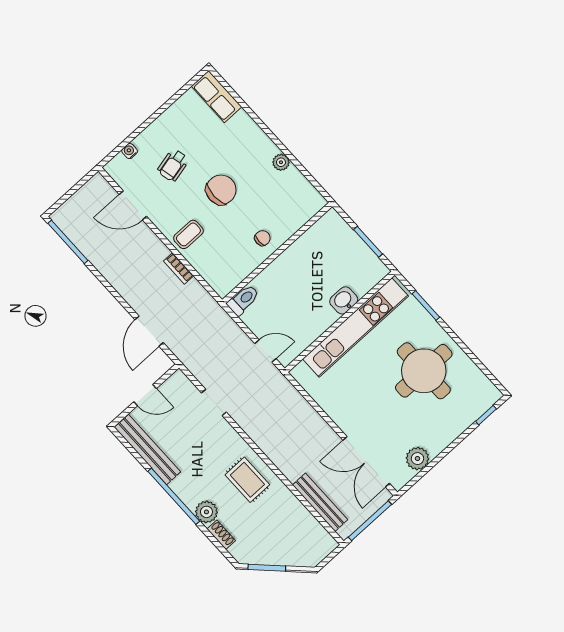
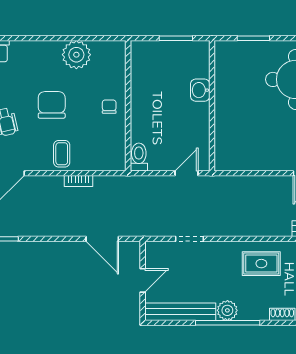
plant: (281, 162) -> (76, 55), width x1.87, depth x1.87
kitchen unit: (355, 328) -> (225, 99), removed
plant: (206, 512) -> (227, 310), moved

